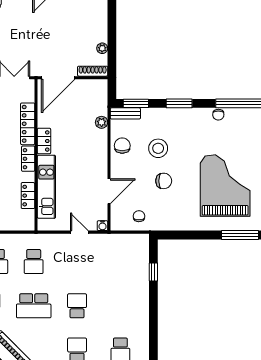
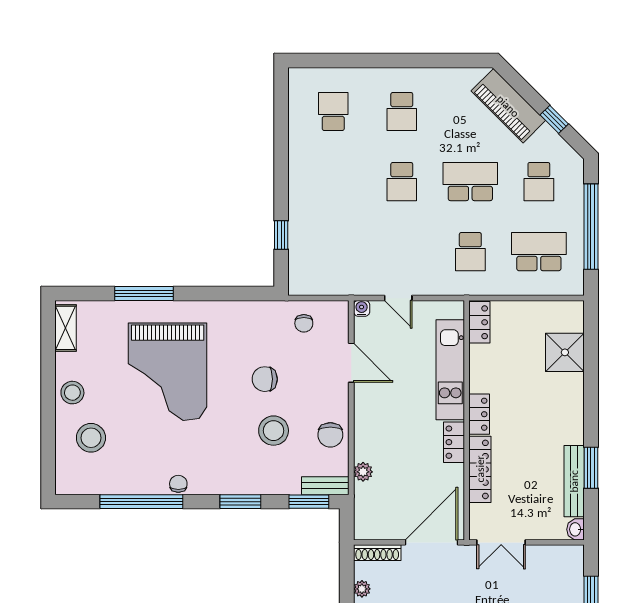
door: (109, 191) -> (351, 363), swing flipped
locker: (28, 196) -> (479, 322), moved
school desk: (34, 262) -> (470, 252), turned 180

